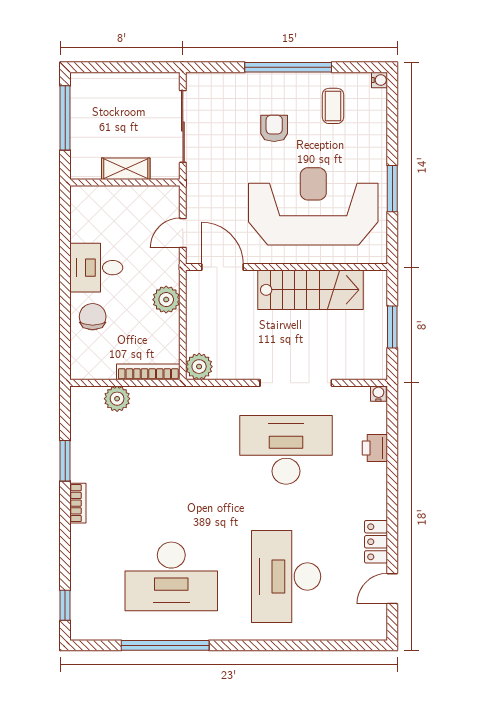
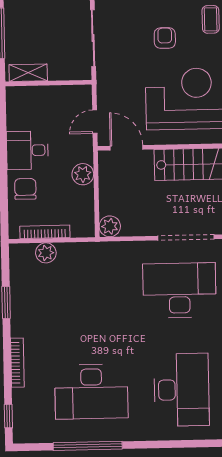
shelving: (126, 169) -> (28, 73), moved
bookcase: (148, 372) -> (45, 232), moved
bookcase: (78, 503) -> (17, 363), moved, width x1.56
desk: (286, 576) -> (181, 390), turned 180

